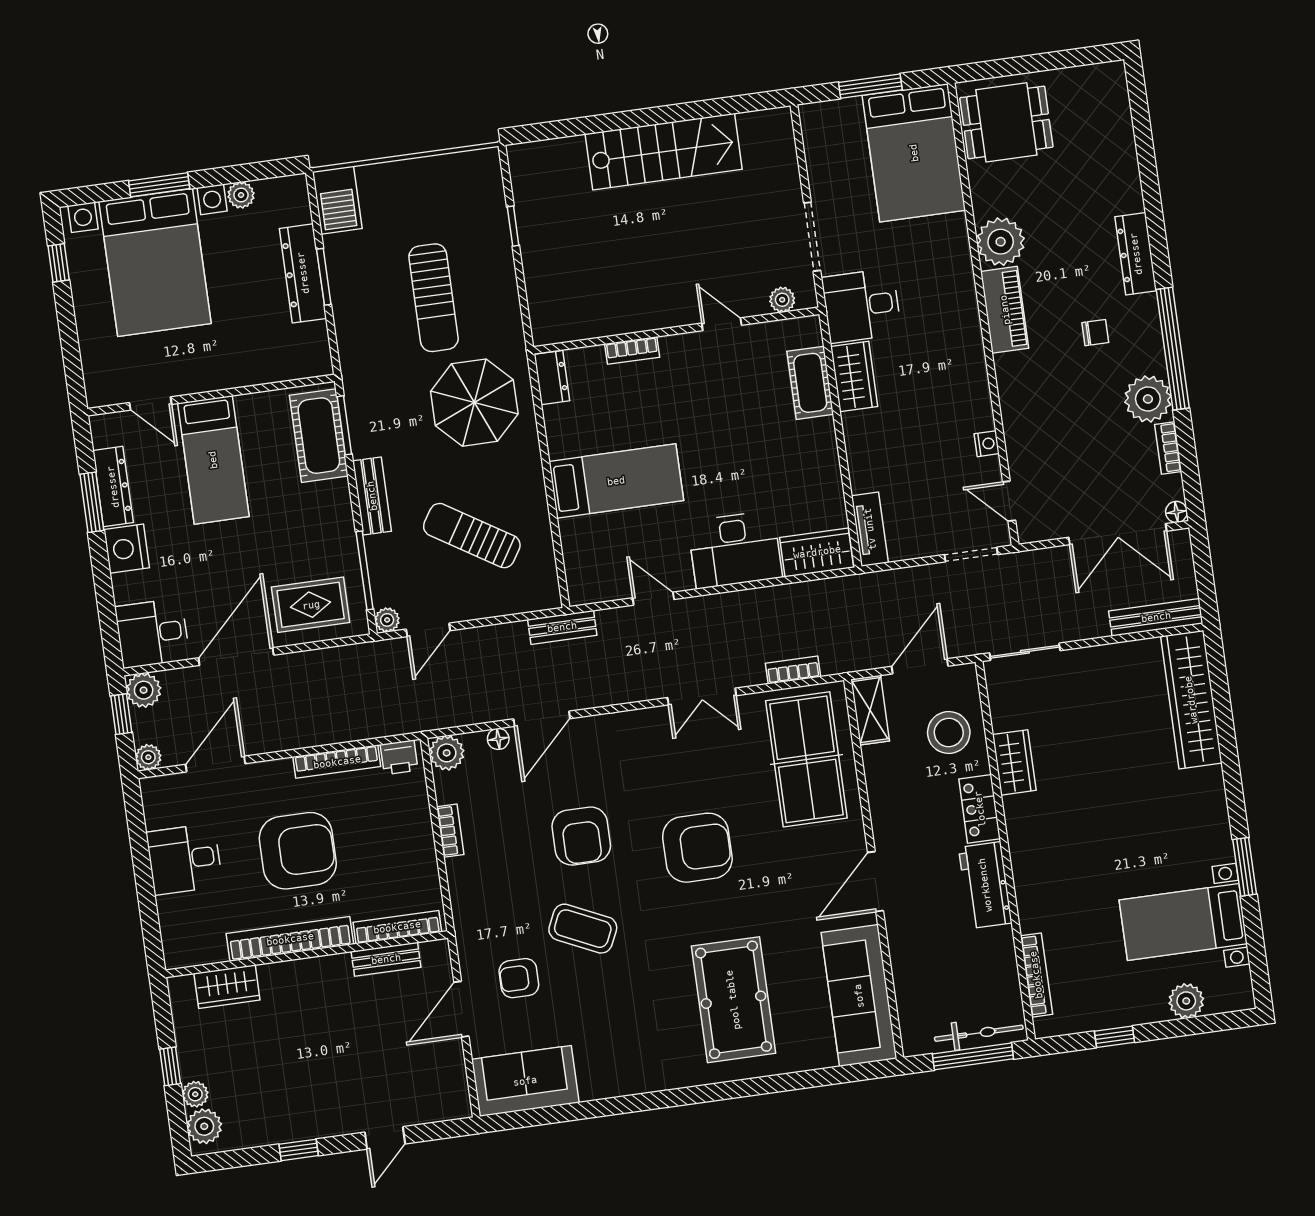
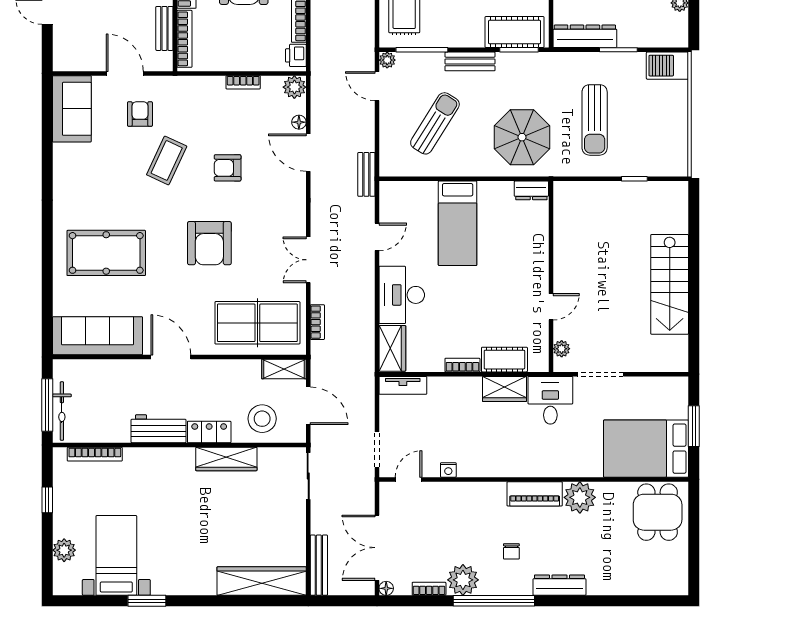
dresser: (303, 273) -> (585, 36), moved
sun lounger: (434, 298) -> (595, 120), turned -90
bookcase: (632, 351) -> (462, 365), moved, turned 90
wardrobe: (1014, 762) -> (226, 459), width x1.50
armchair: (581, 836) -> (228, 168), width x0.72, depth x0.72

